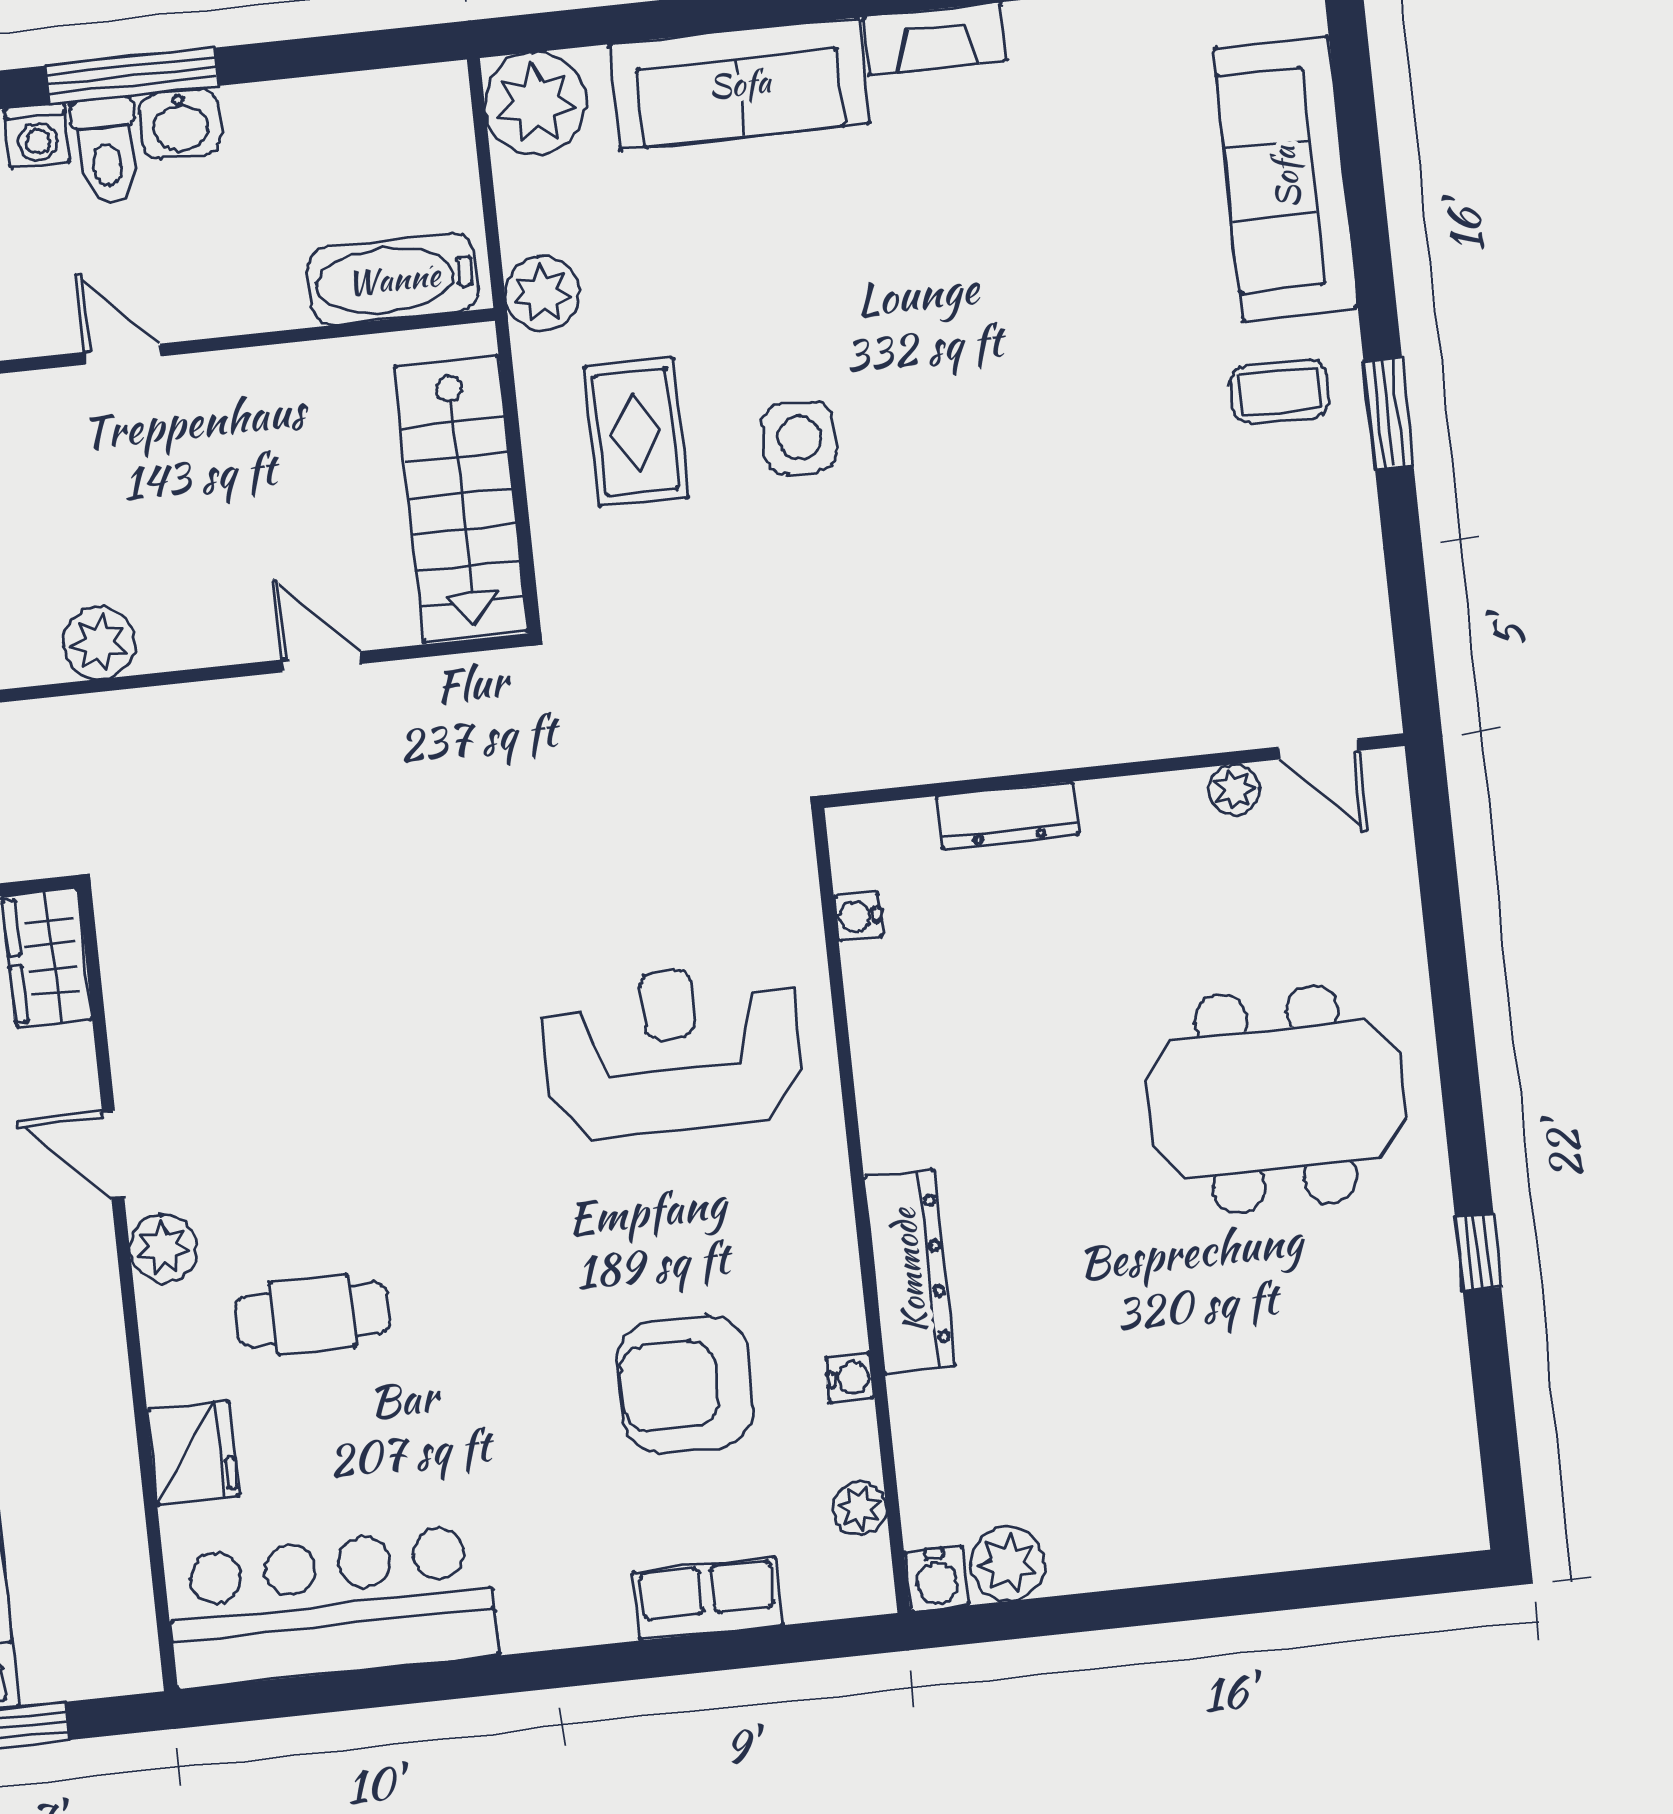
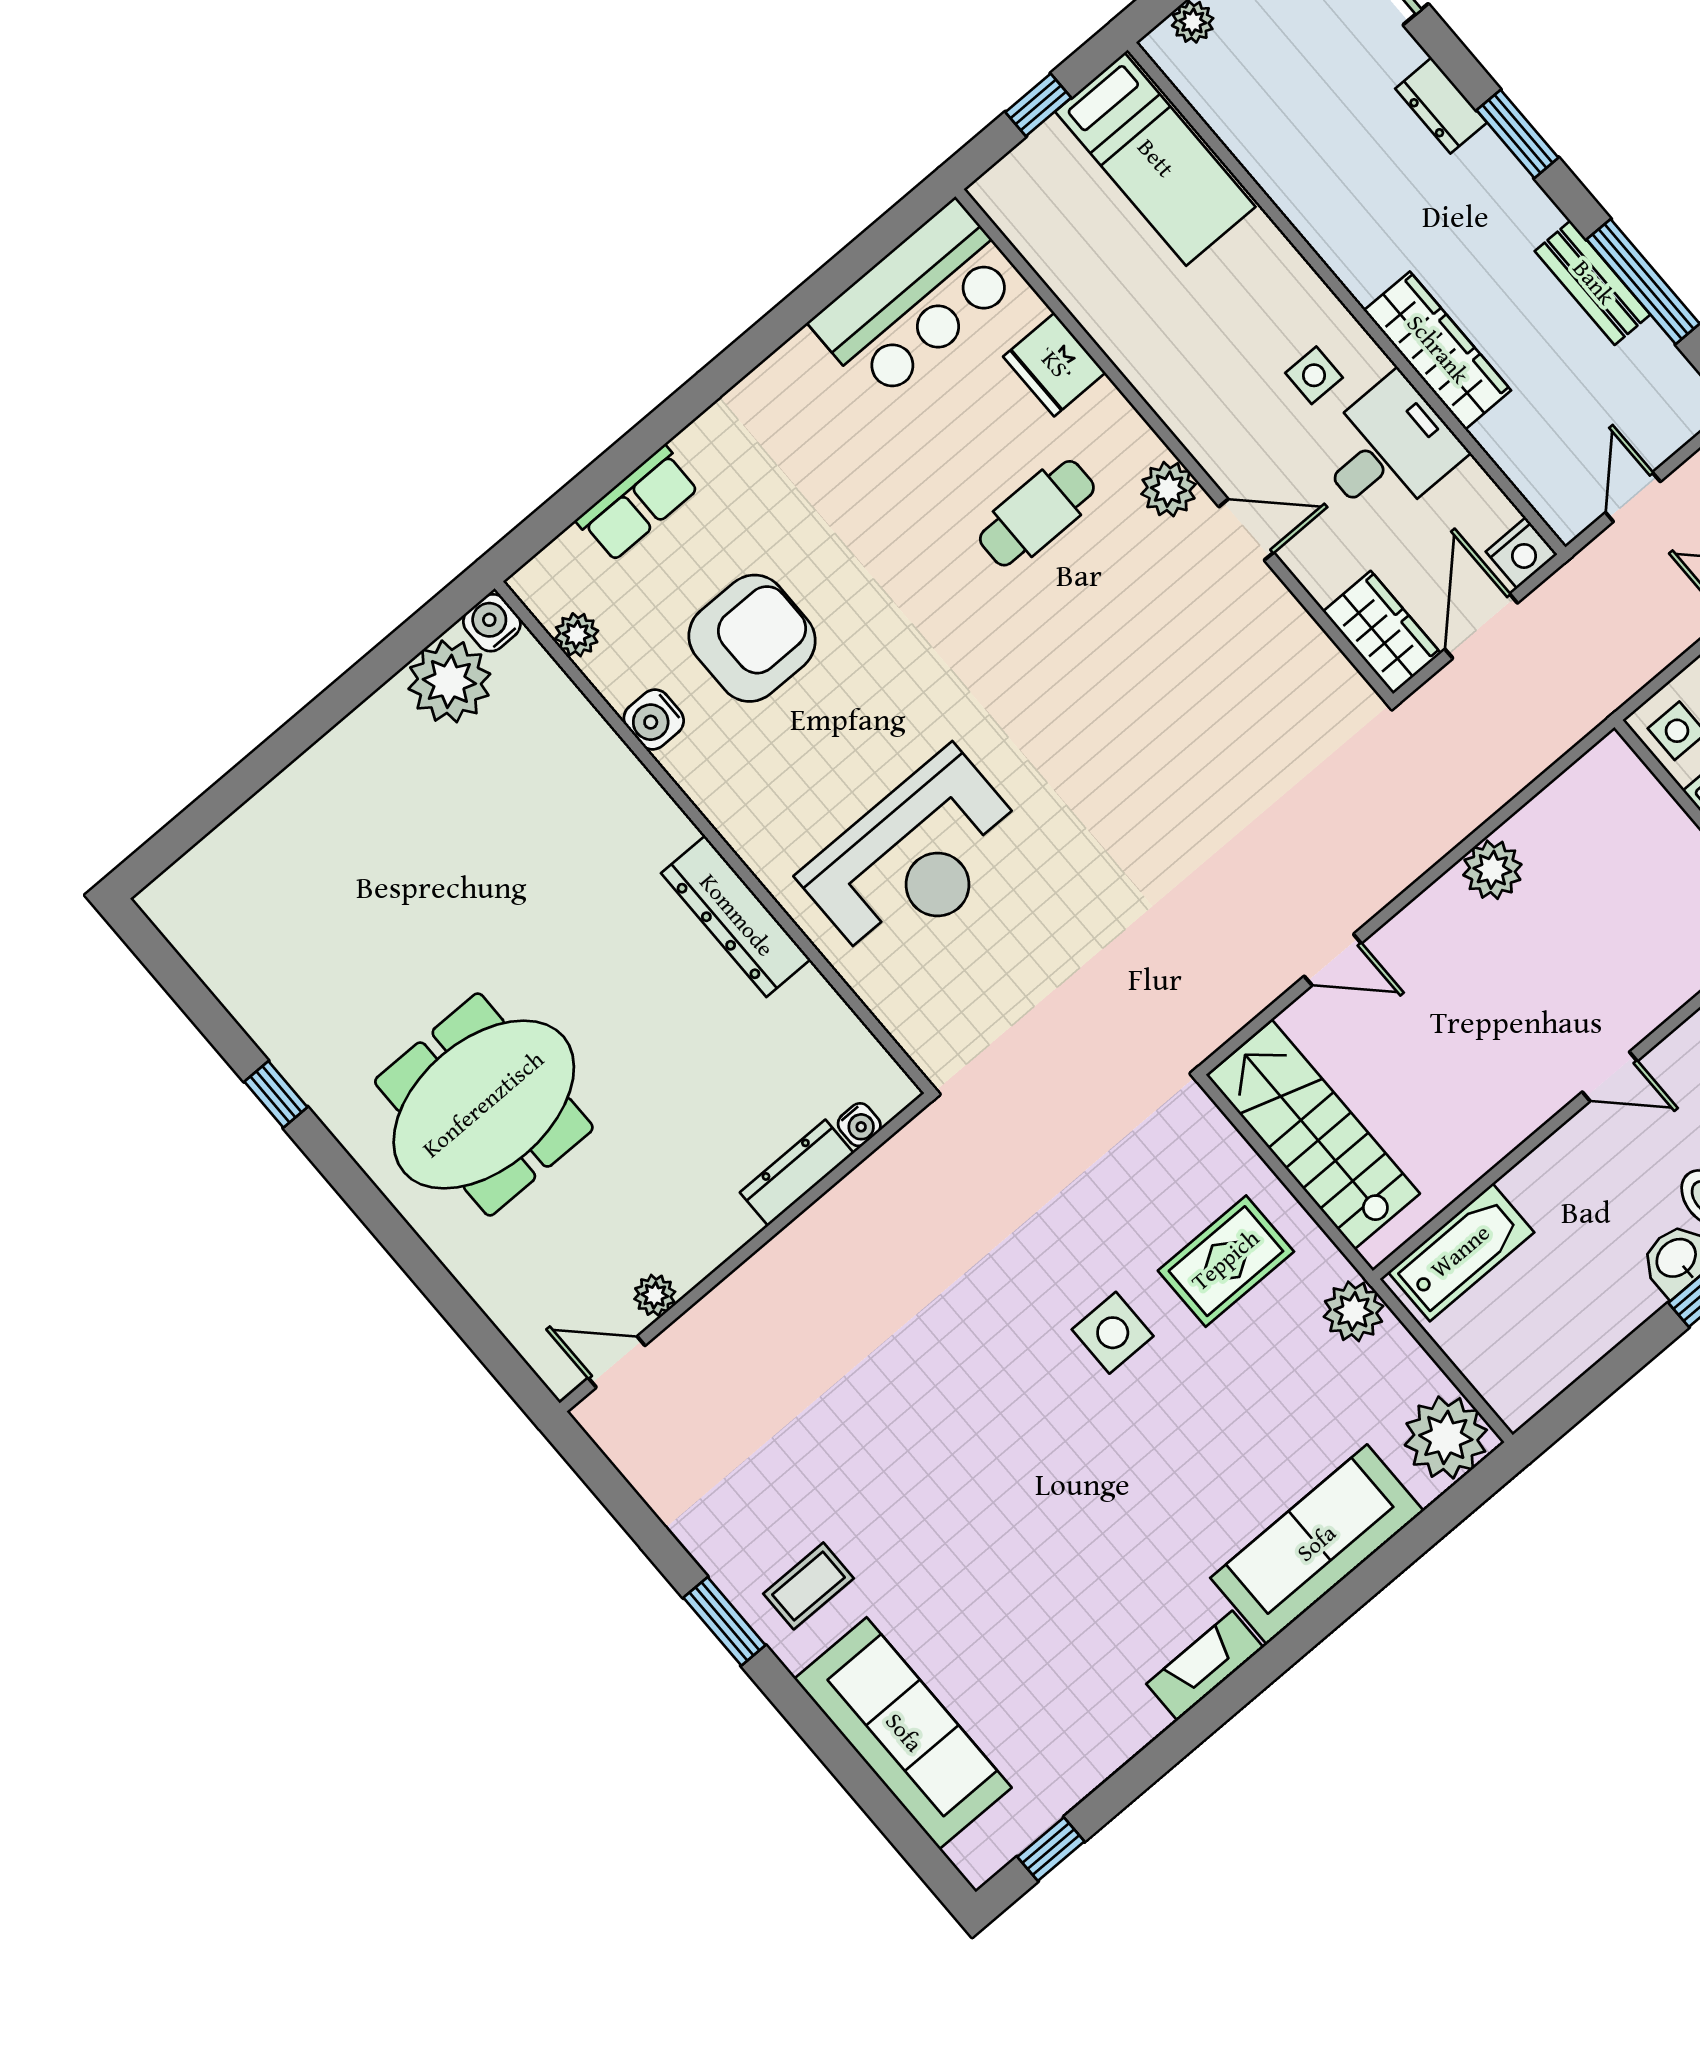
rug: (636, 432) -> (1226, 1261), turned 90
water cooler: (858, 916) -> (859, 1125), moved, turned 90
dresser: (909, 1271) -> (736, 916), moved
water cooler: (850, 1378) -> (654, 719), width x1.38, depth x1.38
plant: (1008, 1564) -> (449, 681), width x1.36, depth x1.36
bar counter: (331, 1607) -> (916, 301), width x0.73

